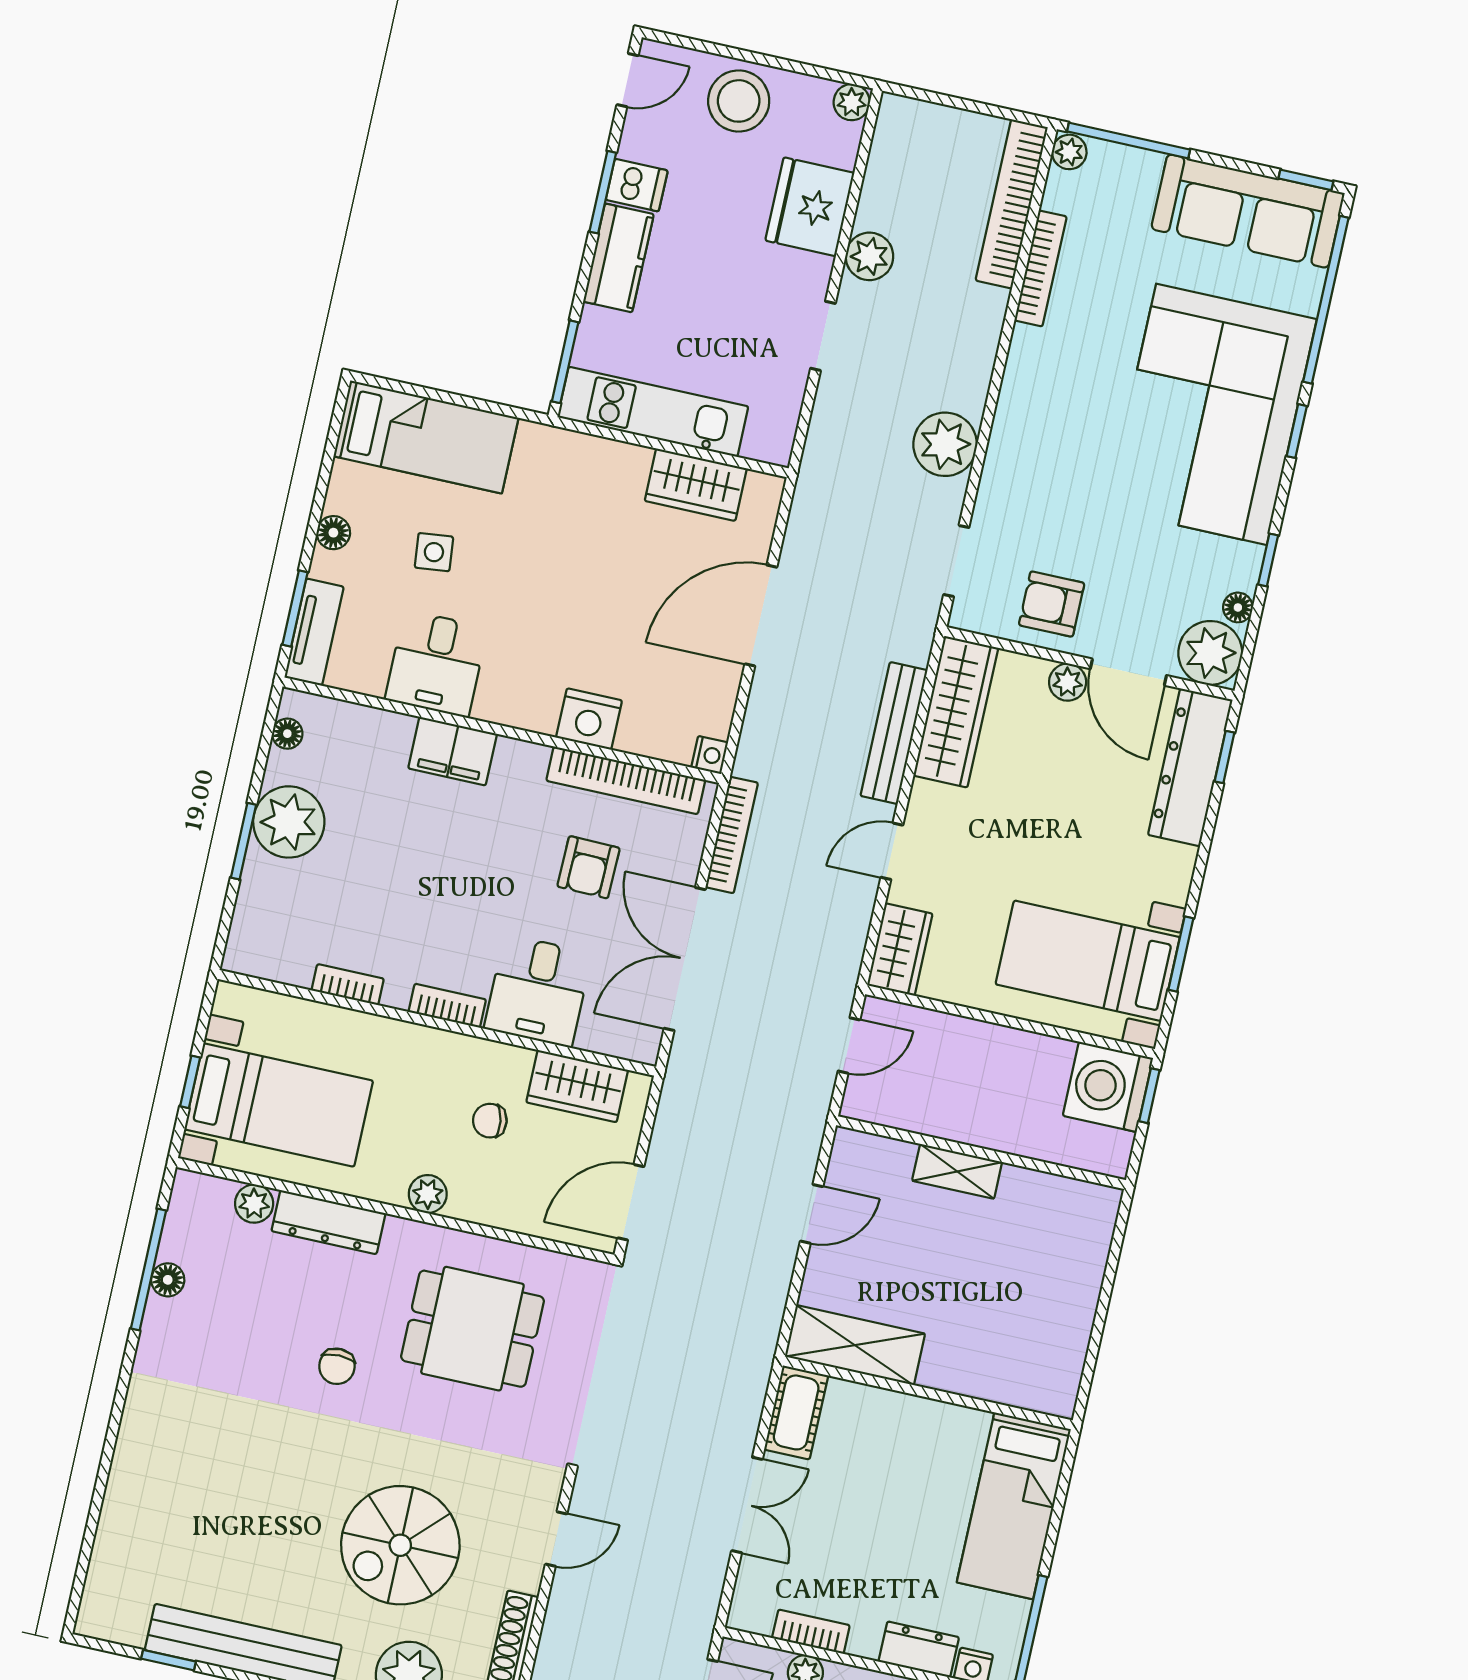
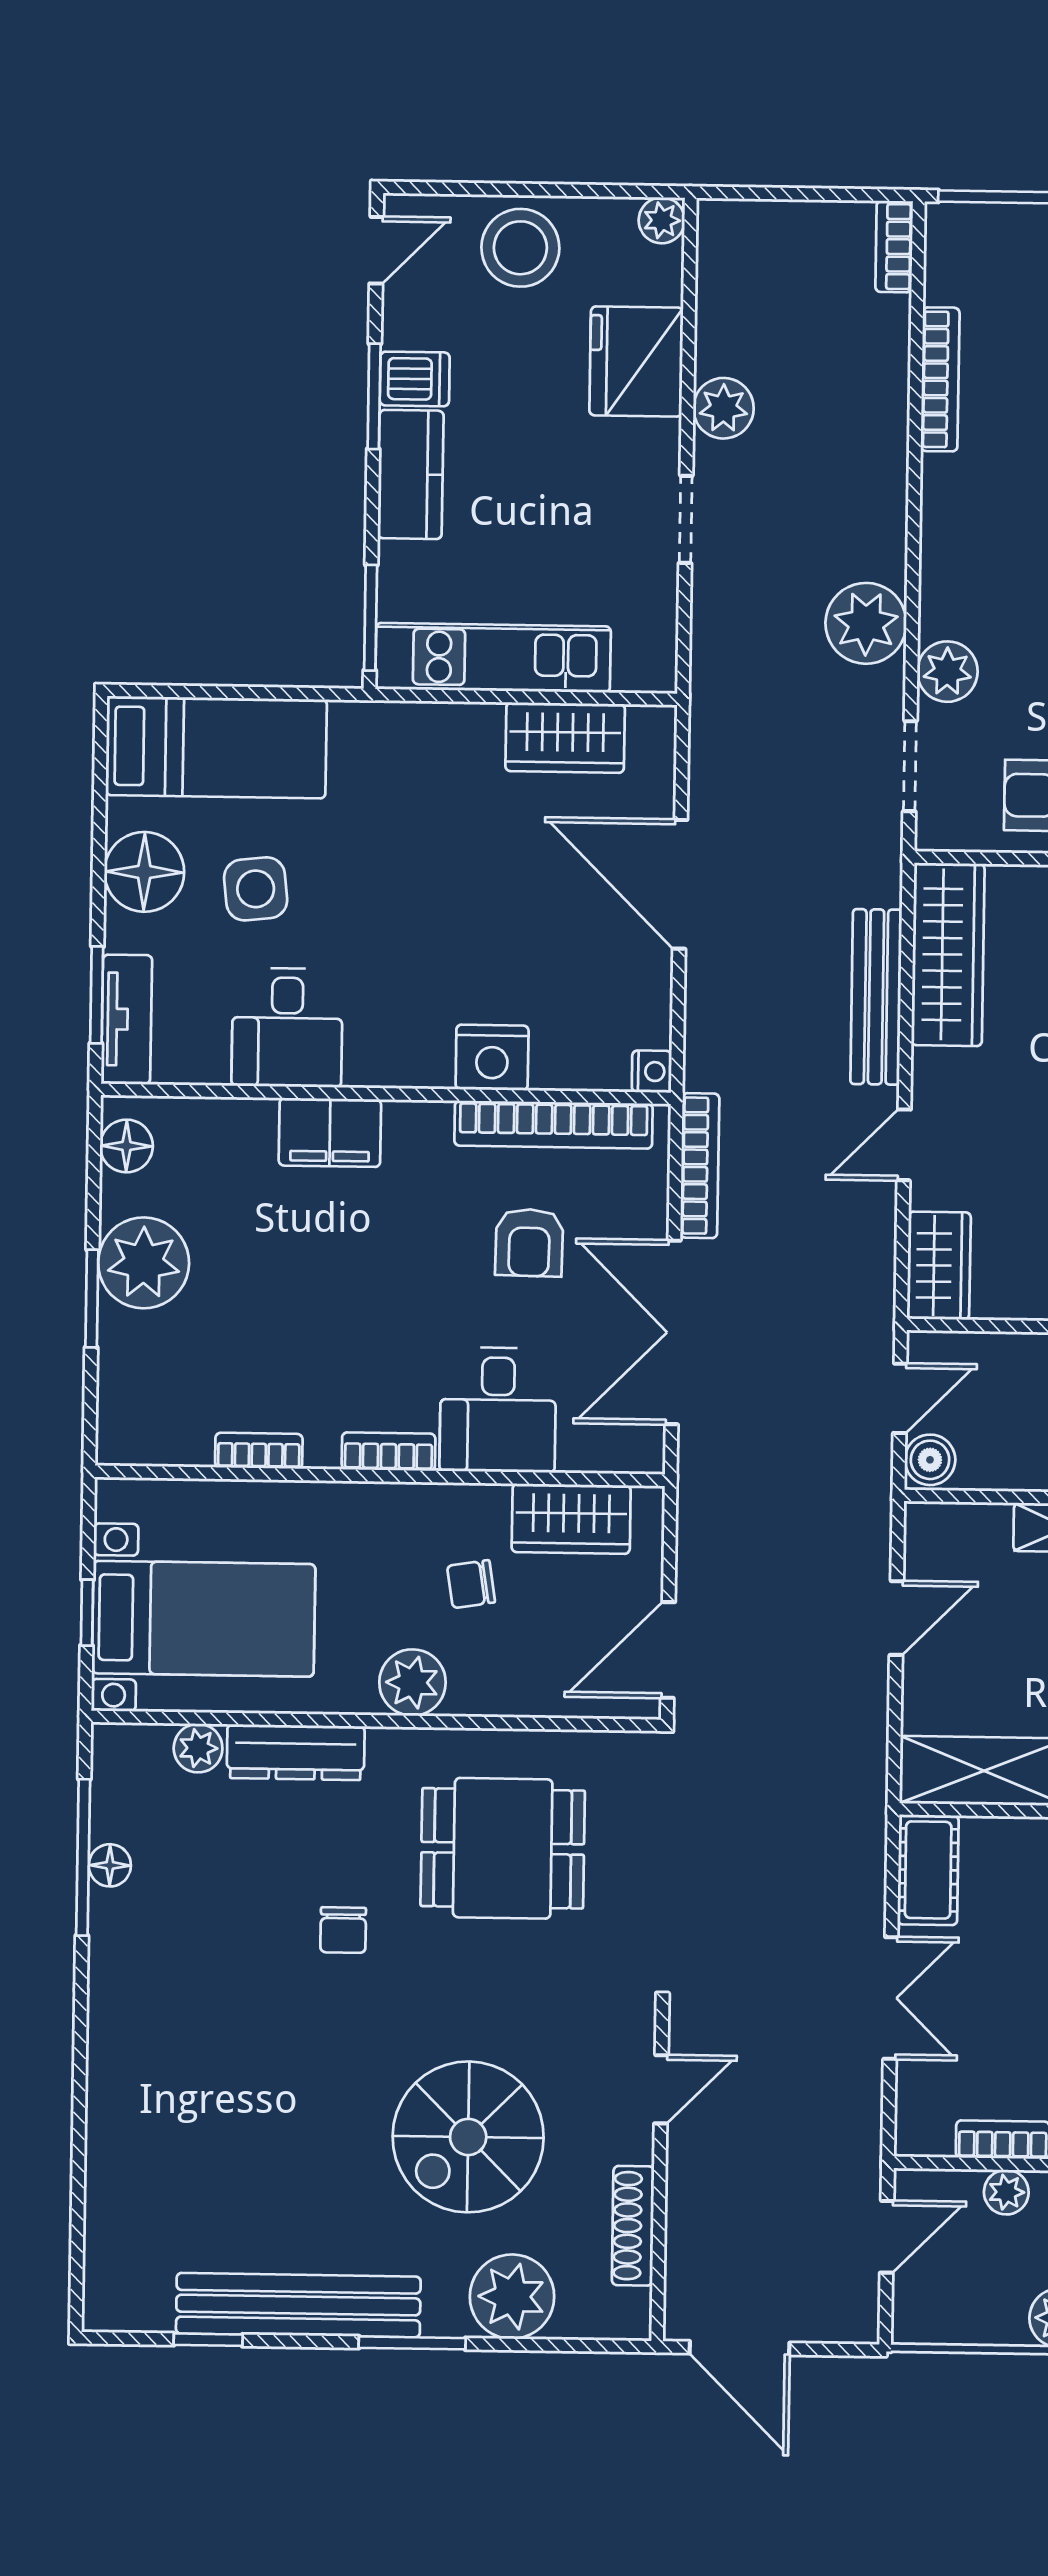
plant: (1069, 152) -> (947, 672), moved, width x1.38, depth x1.38
bookcase: (1012, 204) -> (894, 247), width x0.43, depth x0.76
floor lamp: (333, 533) -> (144, 872), width x1.89, depth x1.89
side table: (434, 552) -> (256, 889), width x1.37, depth x1.37
door: (761, 616) -> (680, 884), hinge flipped
floor lamp: (287, 734) -> (126, 1146), width x1.37, depth x1.37
boiler: (862, 1097) -> (930, 1460), added
plant: (428, 1194) -> (412, 1683), width x1.38, depth x1.38

